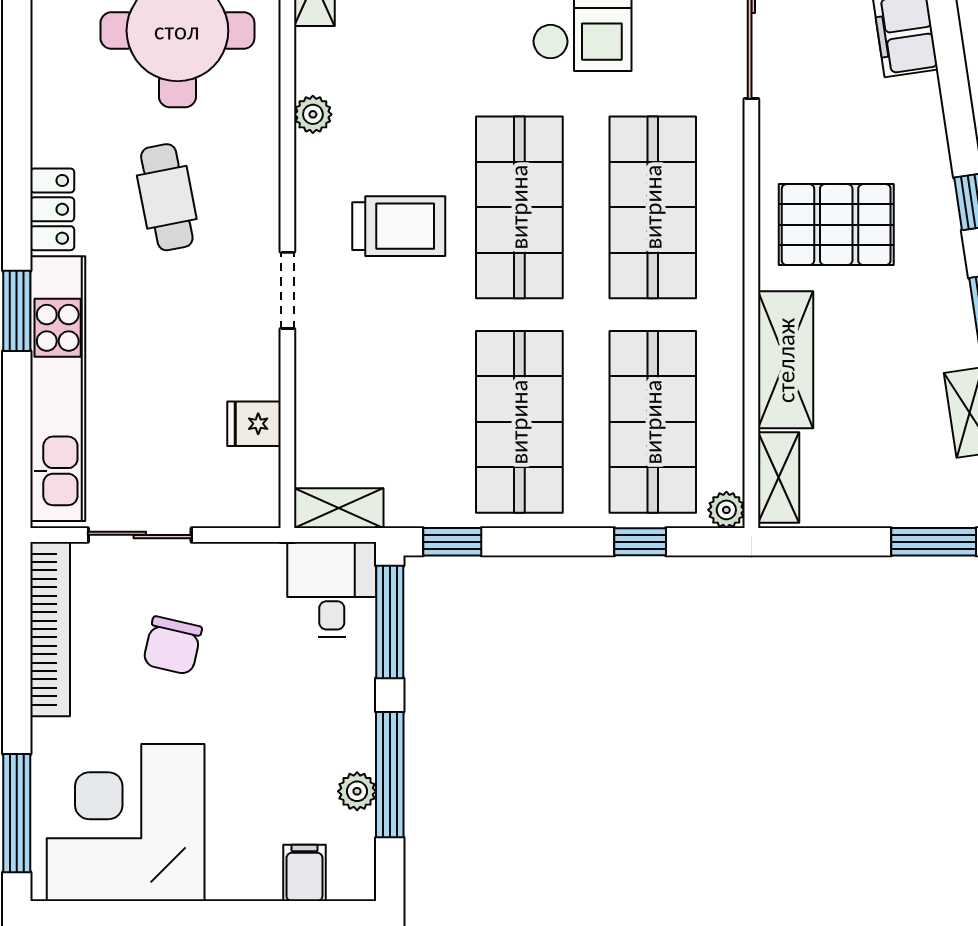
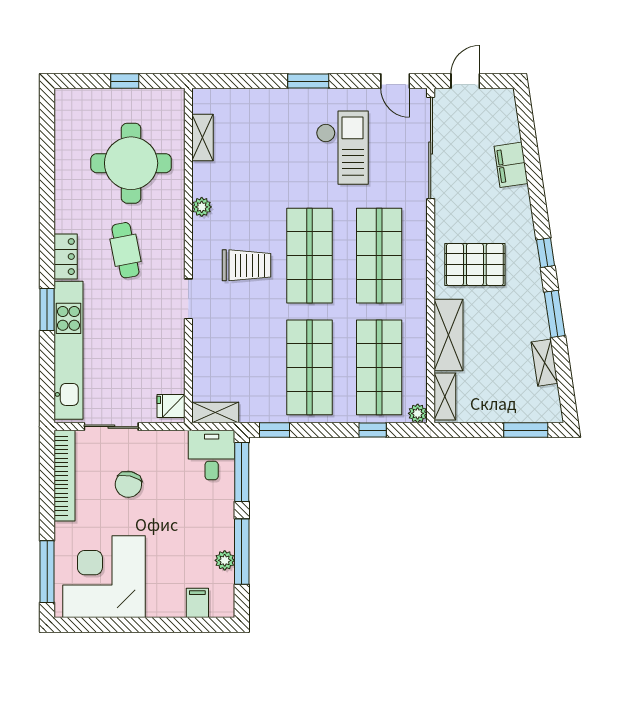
fridge: (254, 424) -> (171, 406), moved

